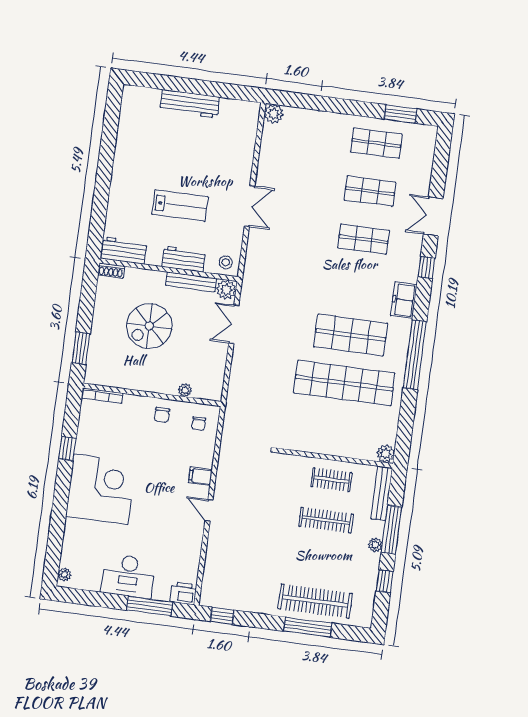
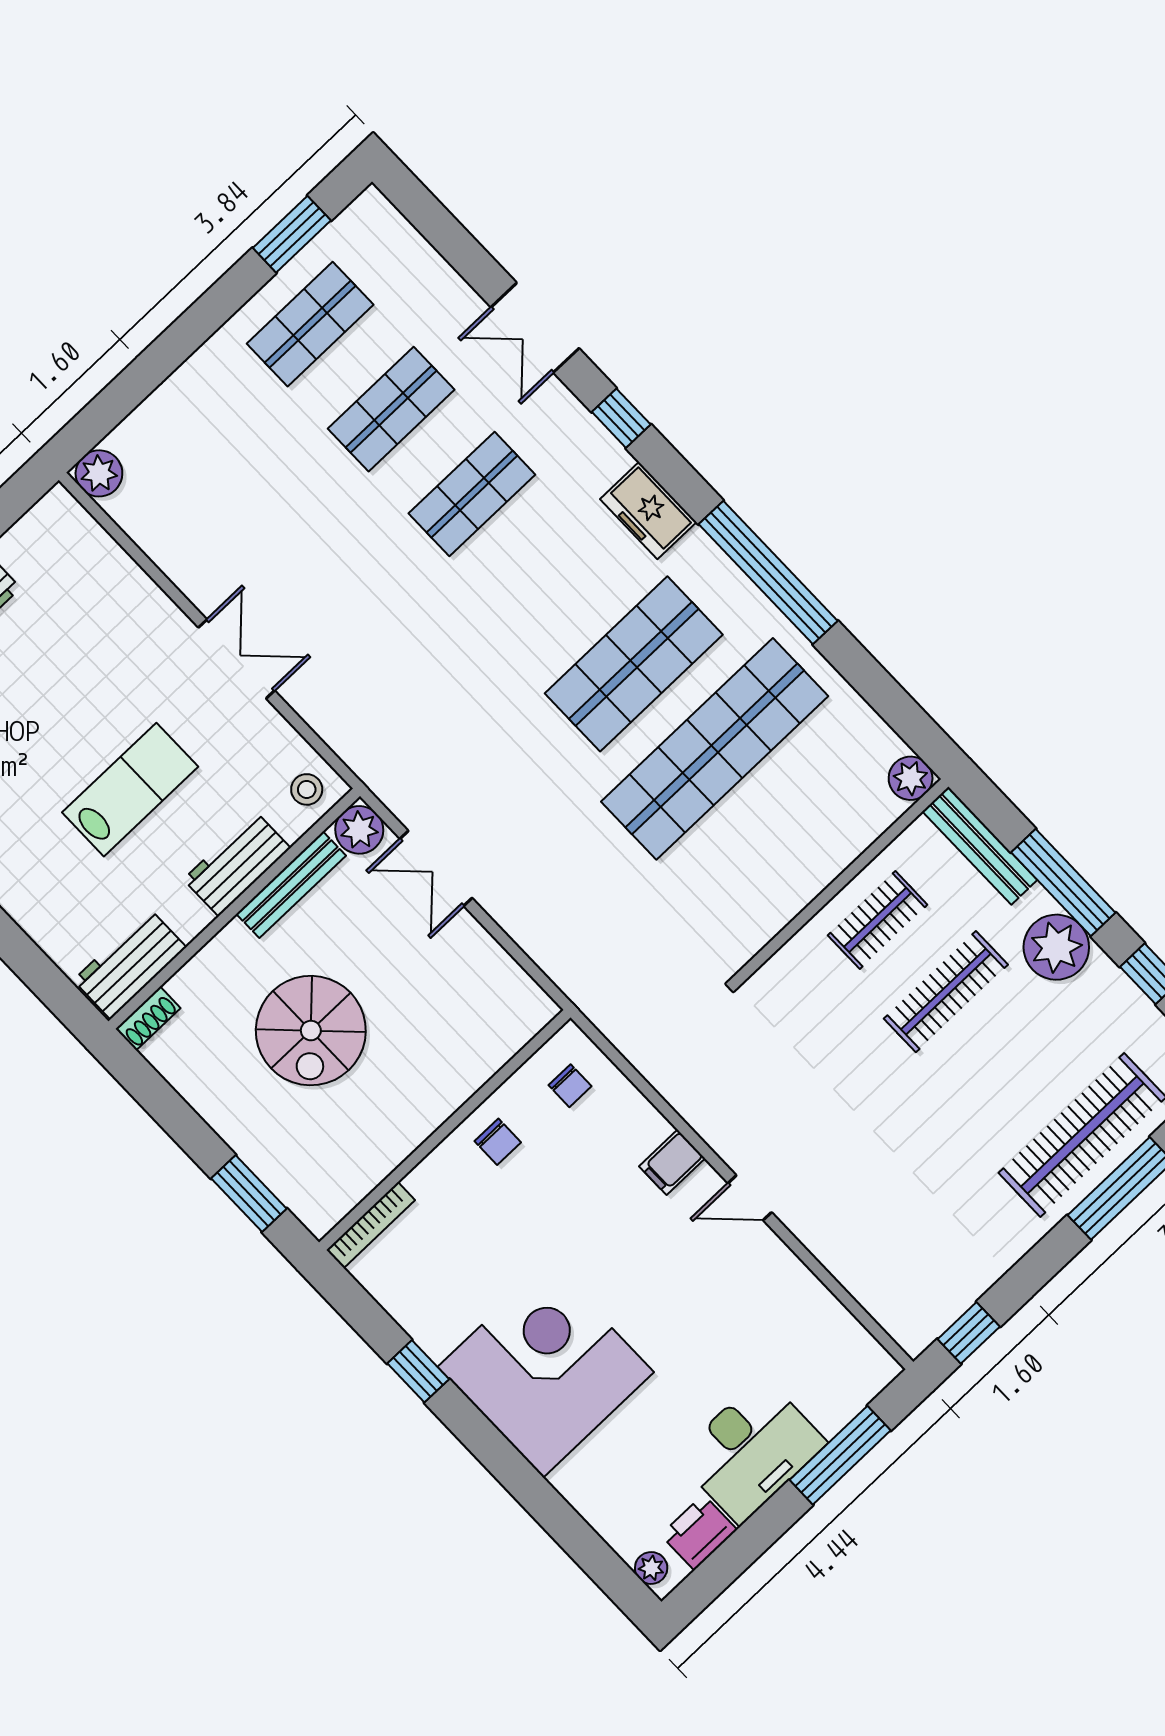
plant: (185, 390) -> (486, 1061), removed
plant: (375, 545) -> (1056, 947), width x1.87, depth x1.87
printer: (183, 593) -> (699, 1532), moved

